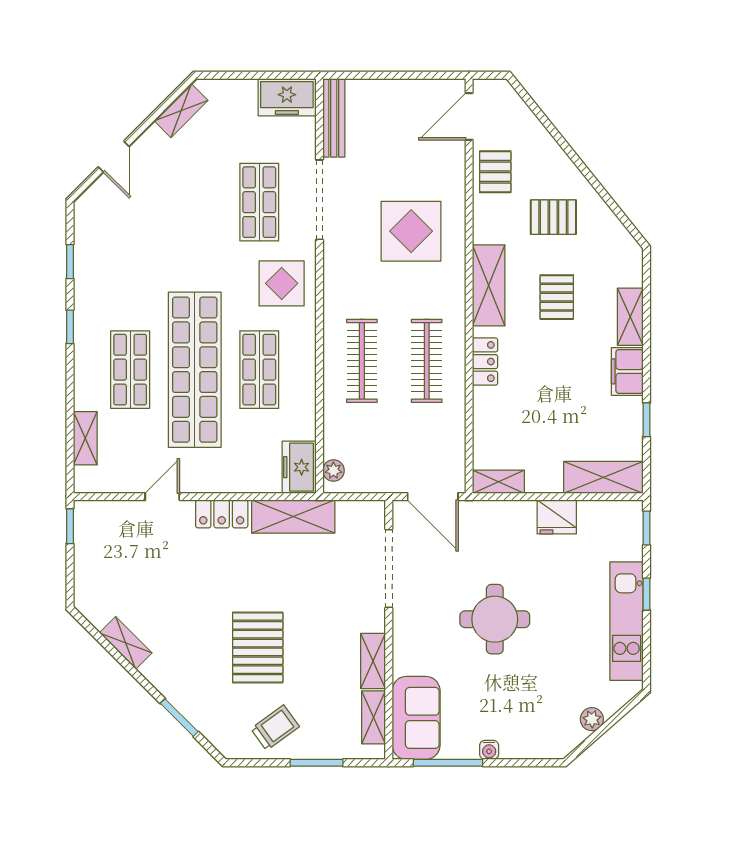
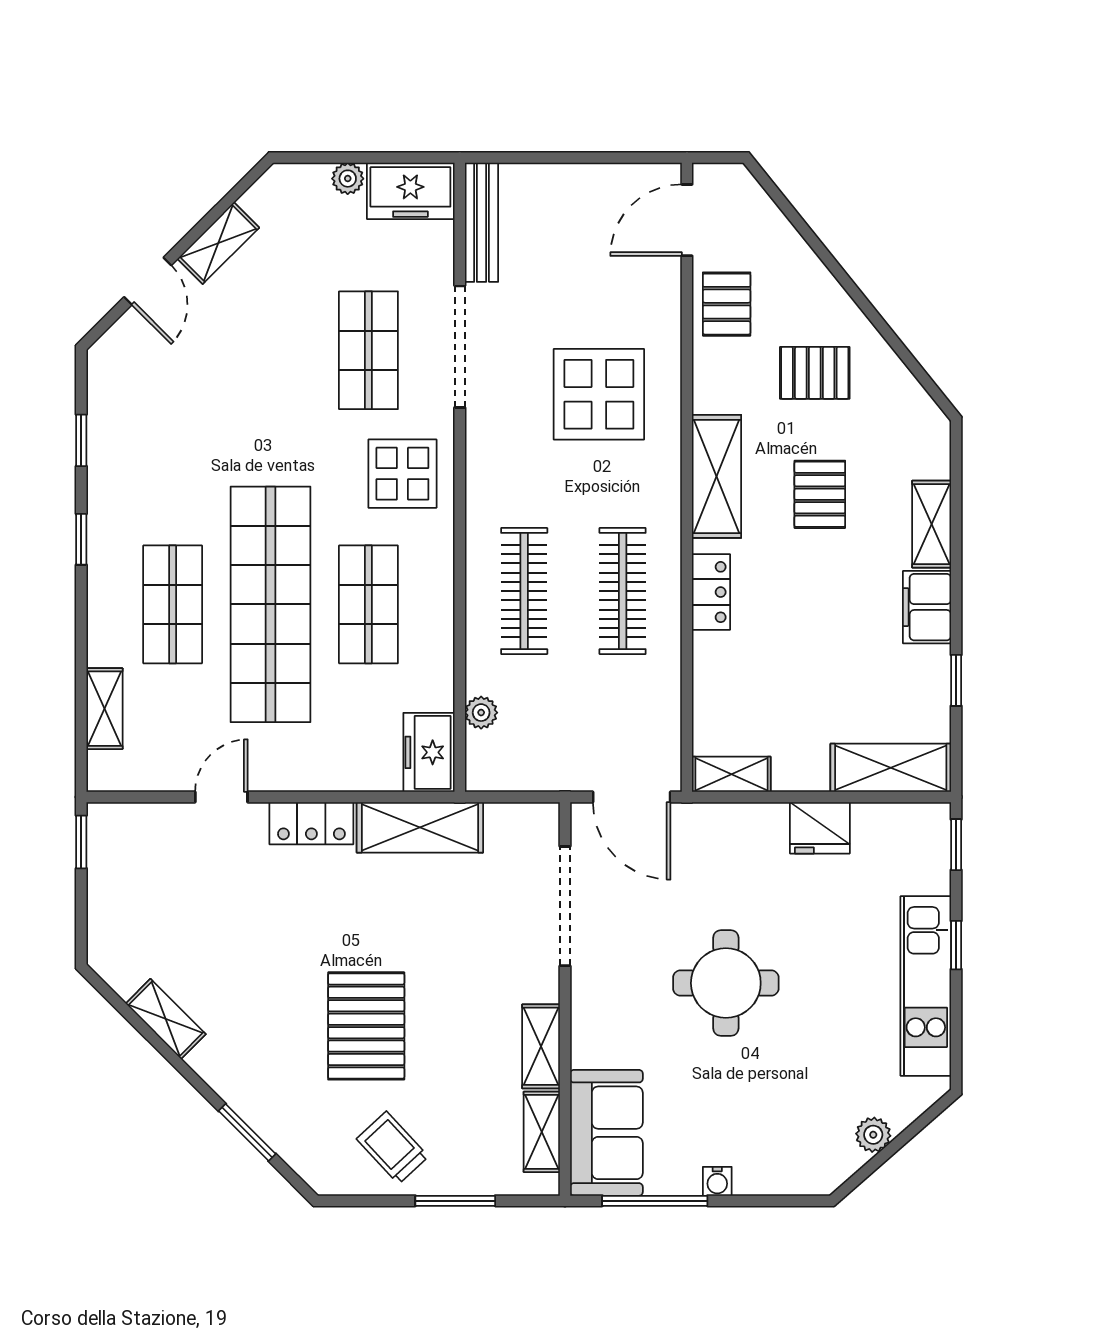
plant: (246, 89) -> (348, 179), added
shelving: (181, 111) -> (218, 243), moved
plant: (333, 471) -> (481, 713), moved
trolley: (275, 728) -> (393, 1148), turned -97

